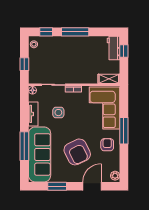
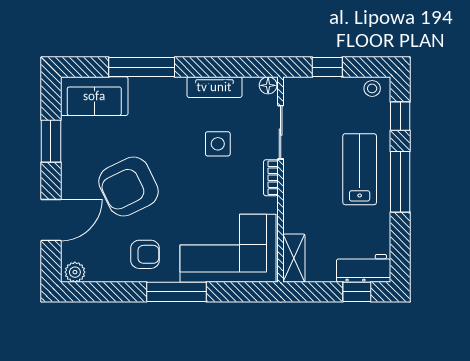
lab bench: (70, 50) -> (360, 169), added
sofa: (40, 154) -> (94, 96), width x0.54, depth x0.79
door: (92, 186) -> (51, 220), hinge flipped

